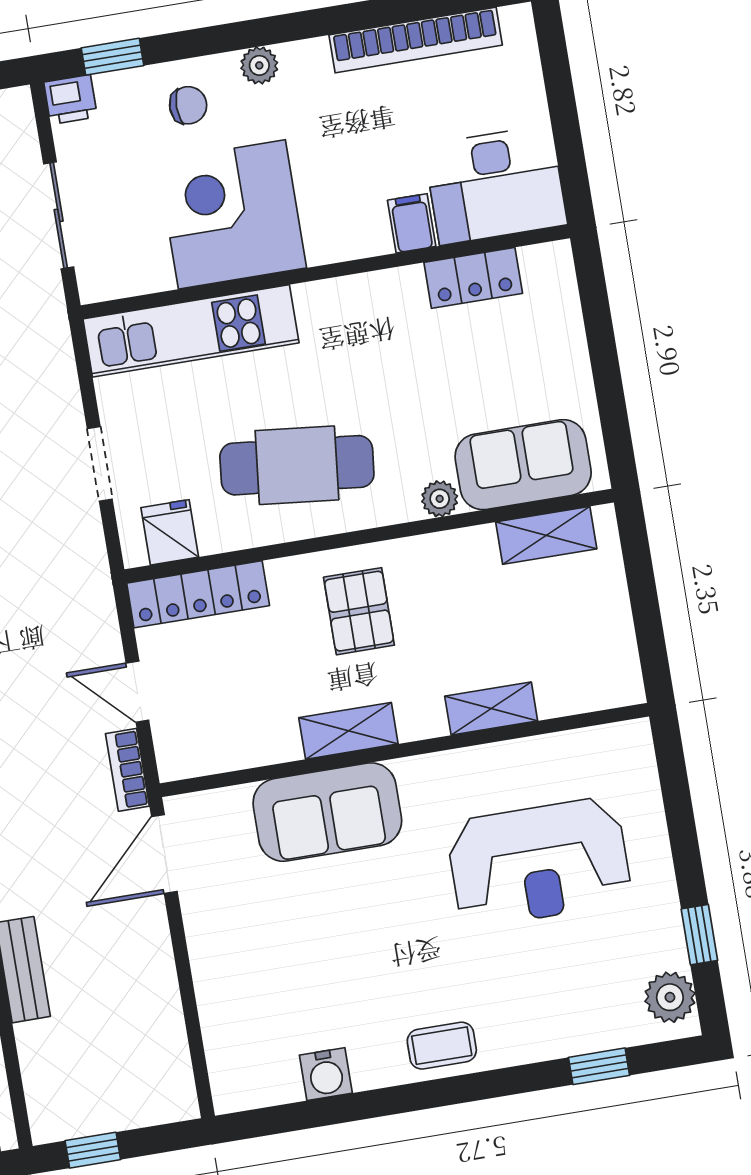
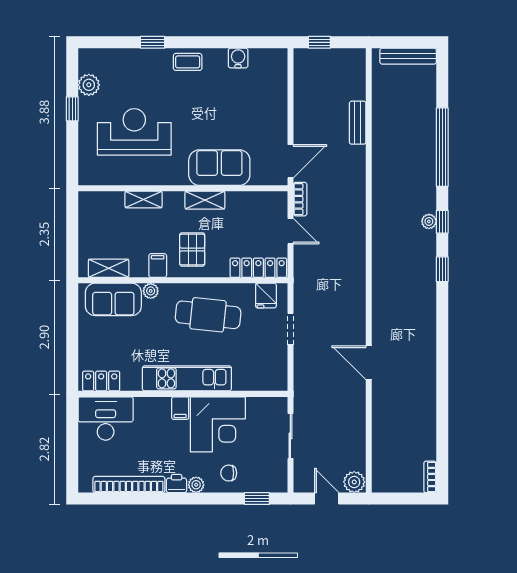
printer: (71, 100) -> (177, 484), moved
filing cabinet: (412, 223) -> (180, 408), moved
locker: (473, 278) -> (101, 381), moved
kitchen unit: (191, 331) -> (187, 378), moved
filing cabinet: (433, 561) -> (158, 266), added
window: (699, 935) -> (72, 109), moved
plant: (670, 997) -> (89, 85), moved
window: (599, 1066) -> (153, 42), moved
window: (93, 1150) -> (319, 42), moved

